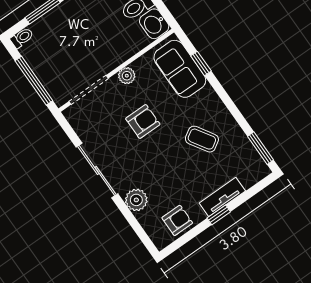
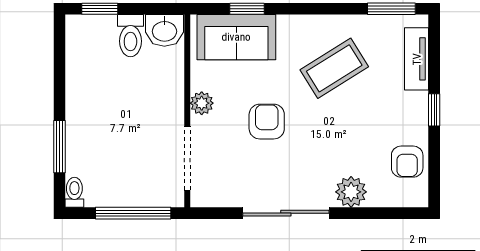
coffee table: (202, 139) -> (334, 68), width x1.36, depth x1.30
tv unit: (222, 197) -> (417, 59), moved
armchair: (177, 220) -> (407, 162), turned 180

